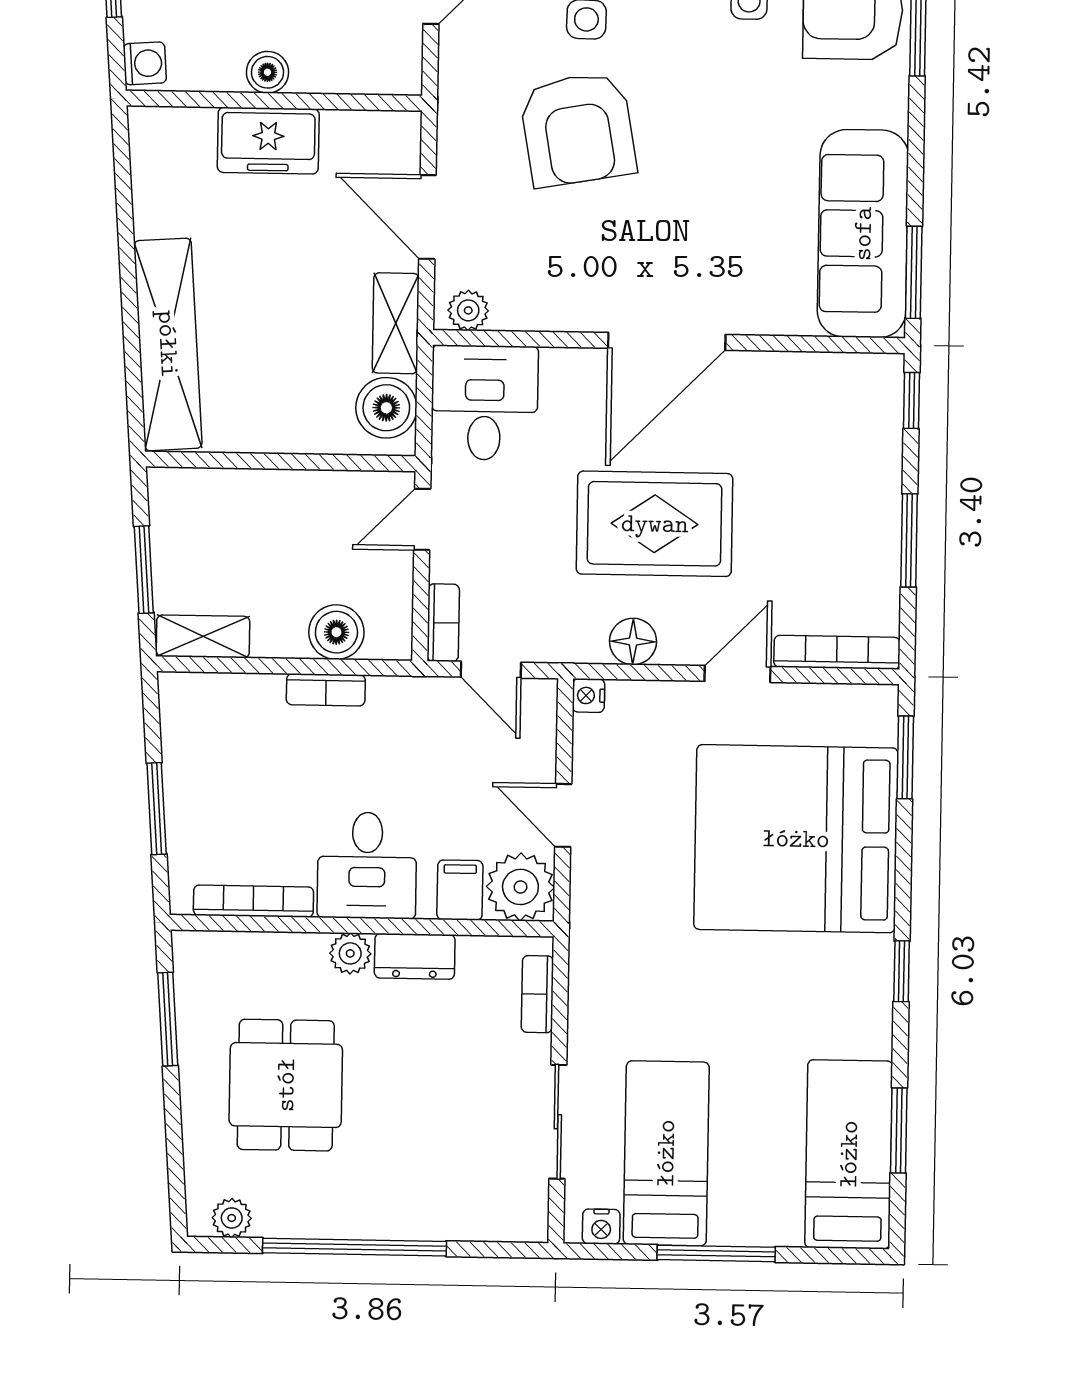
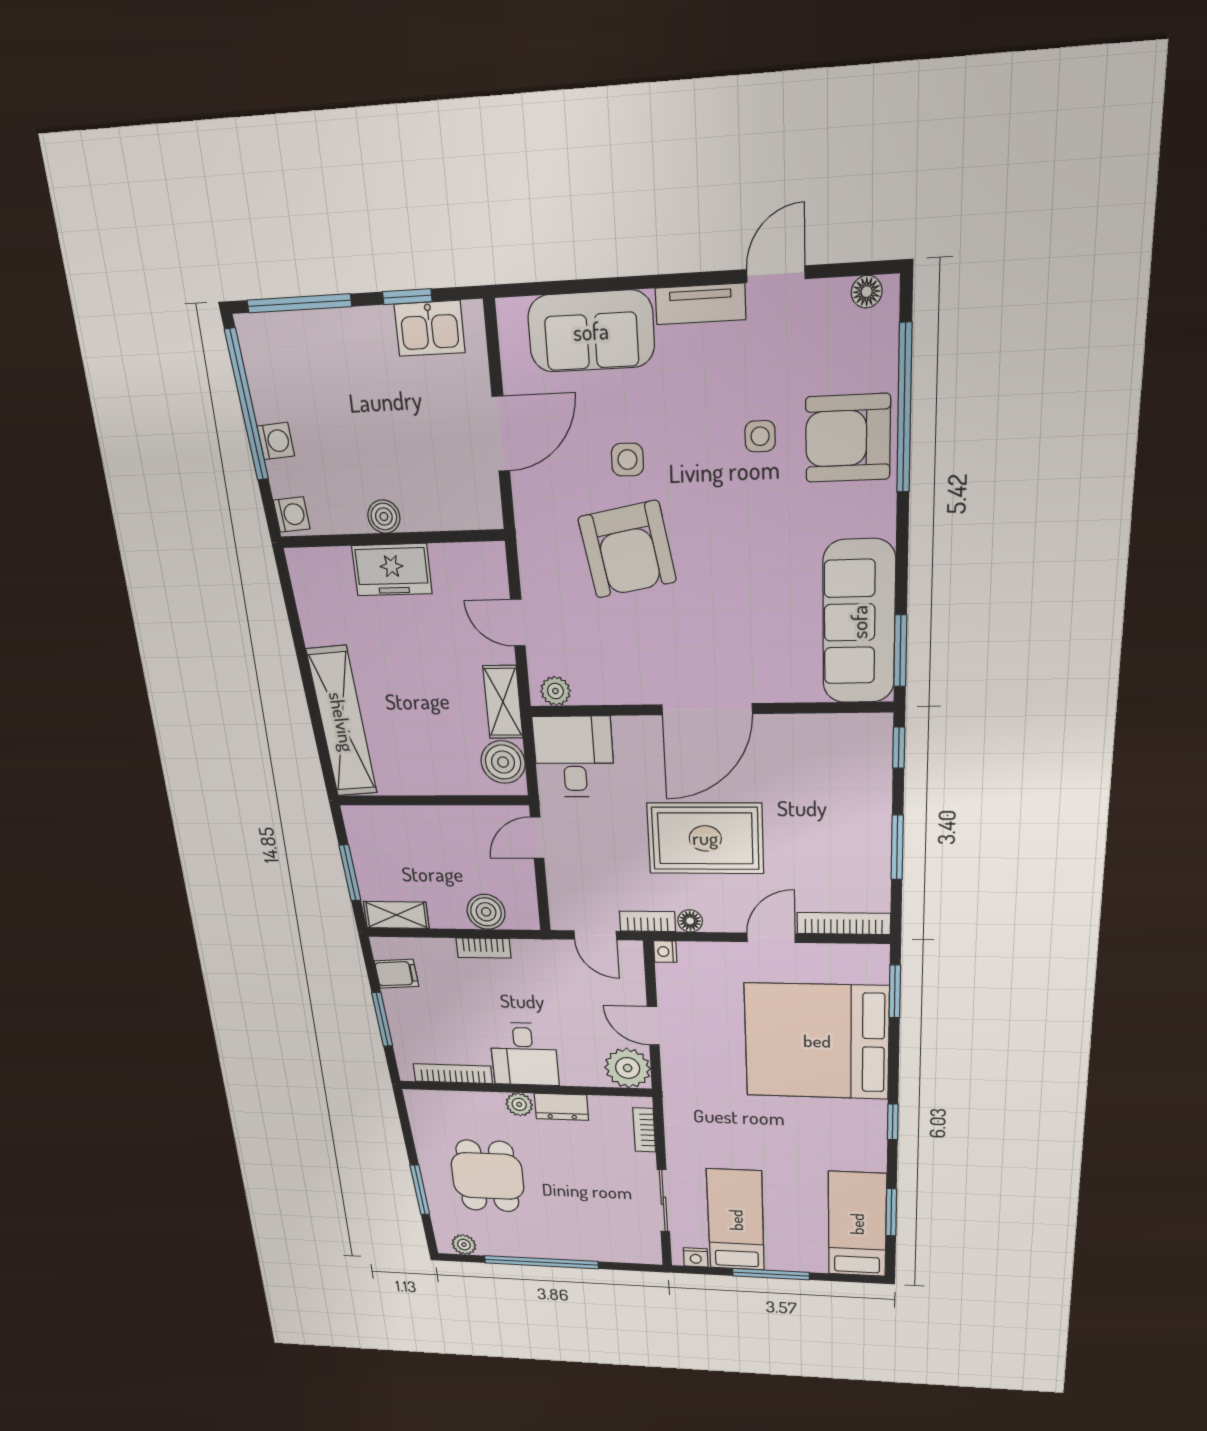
door: (427, 217) -> (518, 623), width x0.73
bookcase: (443, 623) -> (647, 921), moved, turned -90
floor lamp: (633, 641) -> (690, 921), width x0.73, depth x0.73
filing cabinet: (460, 890) -> (397, 974), moved, turned 86
window: (168, 1019) -> (420, 1190), moved

